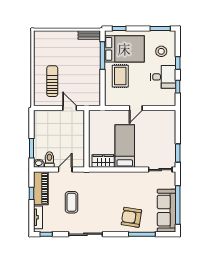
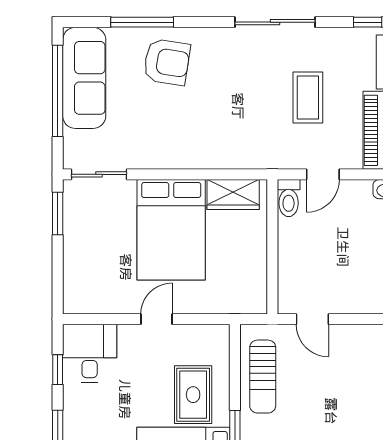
desk: (163, 77) -> (90, 353), moved, turned 90
sun lounger: (52, 81) -> (263, 377), moved
bed: (125, 146) -> (171, 230), width x1.50
toilet: (49, 160) -> (289, 198), moved

